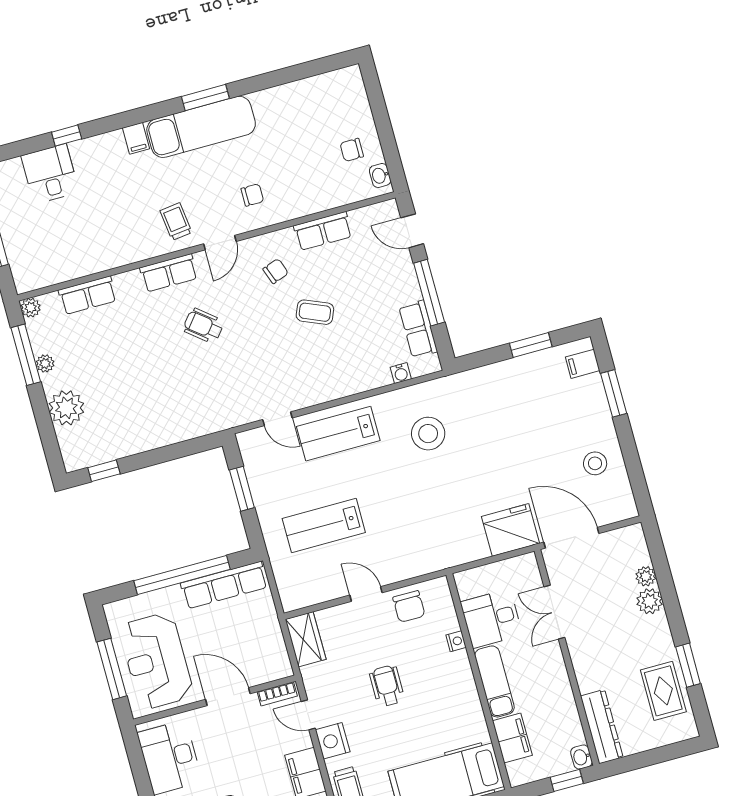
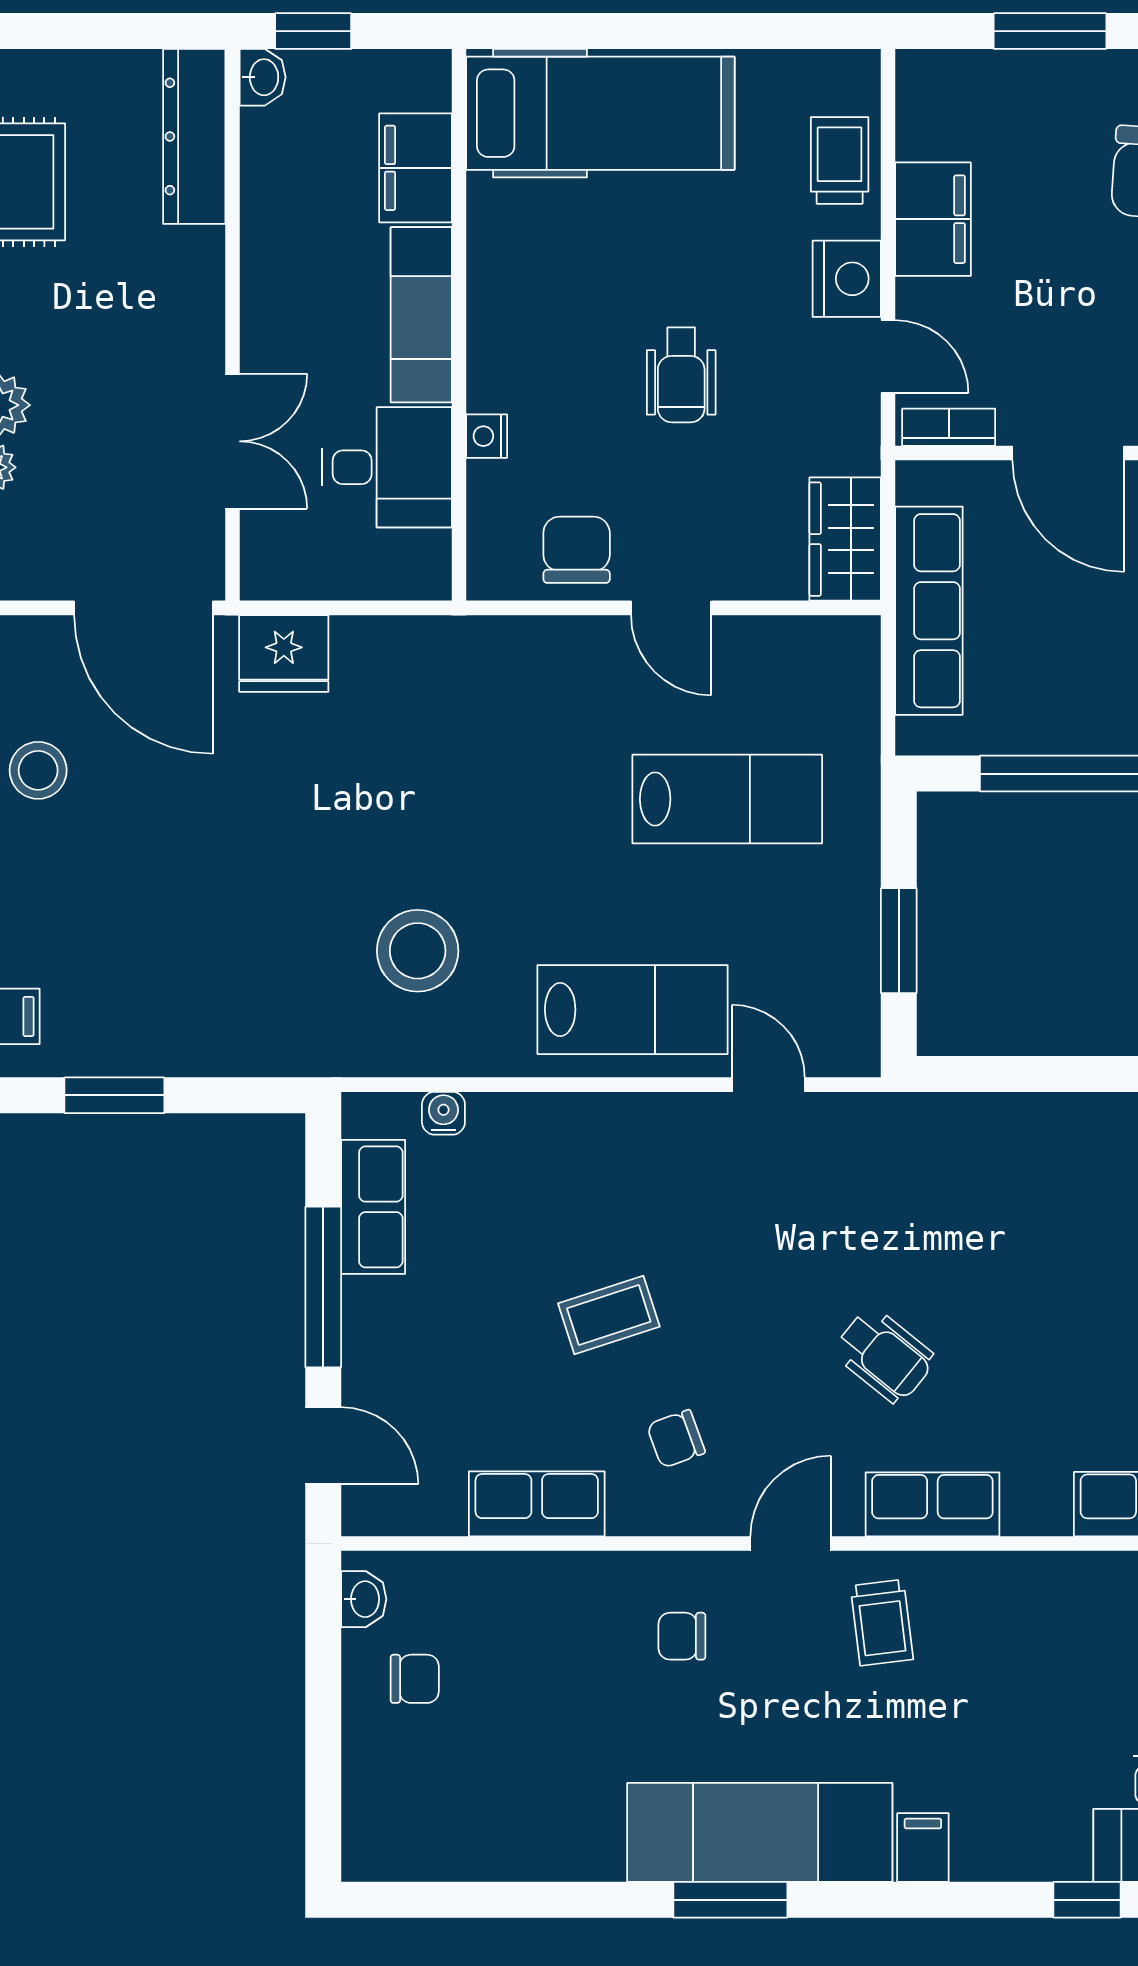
coffee table: (315, 312) -> (609, 1315), turned -41
fridge: (510, 530) -> (284, 653), width x0.73, depth x0.75
row of seats: (224, 585) -> (929, 611), moved, turned 90

